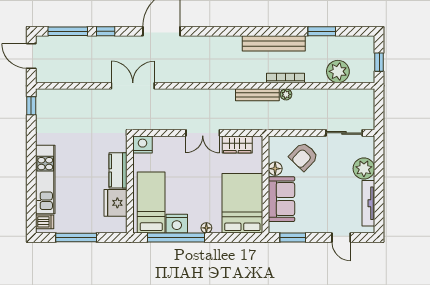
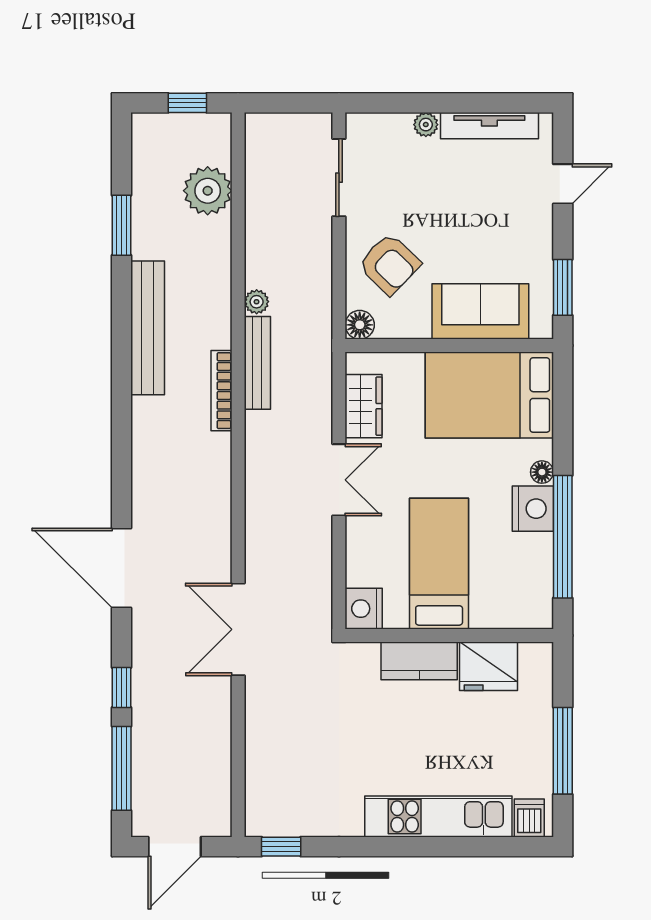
bookcase: (286, 78) -> (221, 391), moved
floor lamp: (275, 169) -> (360, 325), moved
plant: (364, 169) -> (426, 125), width x0.53, depth x0.53
bed: (151, 203) -> (439, 564), moved, turned 90
nightstand: (177, 224) -> (533, 509), moved

